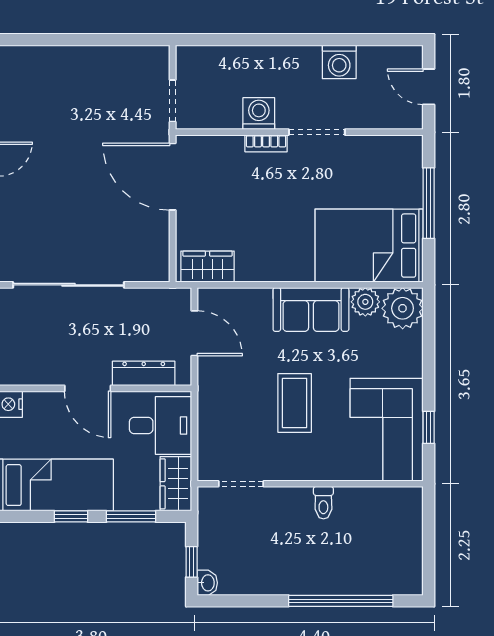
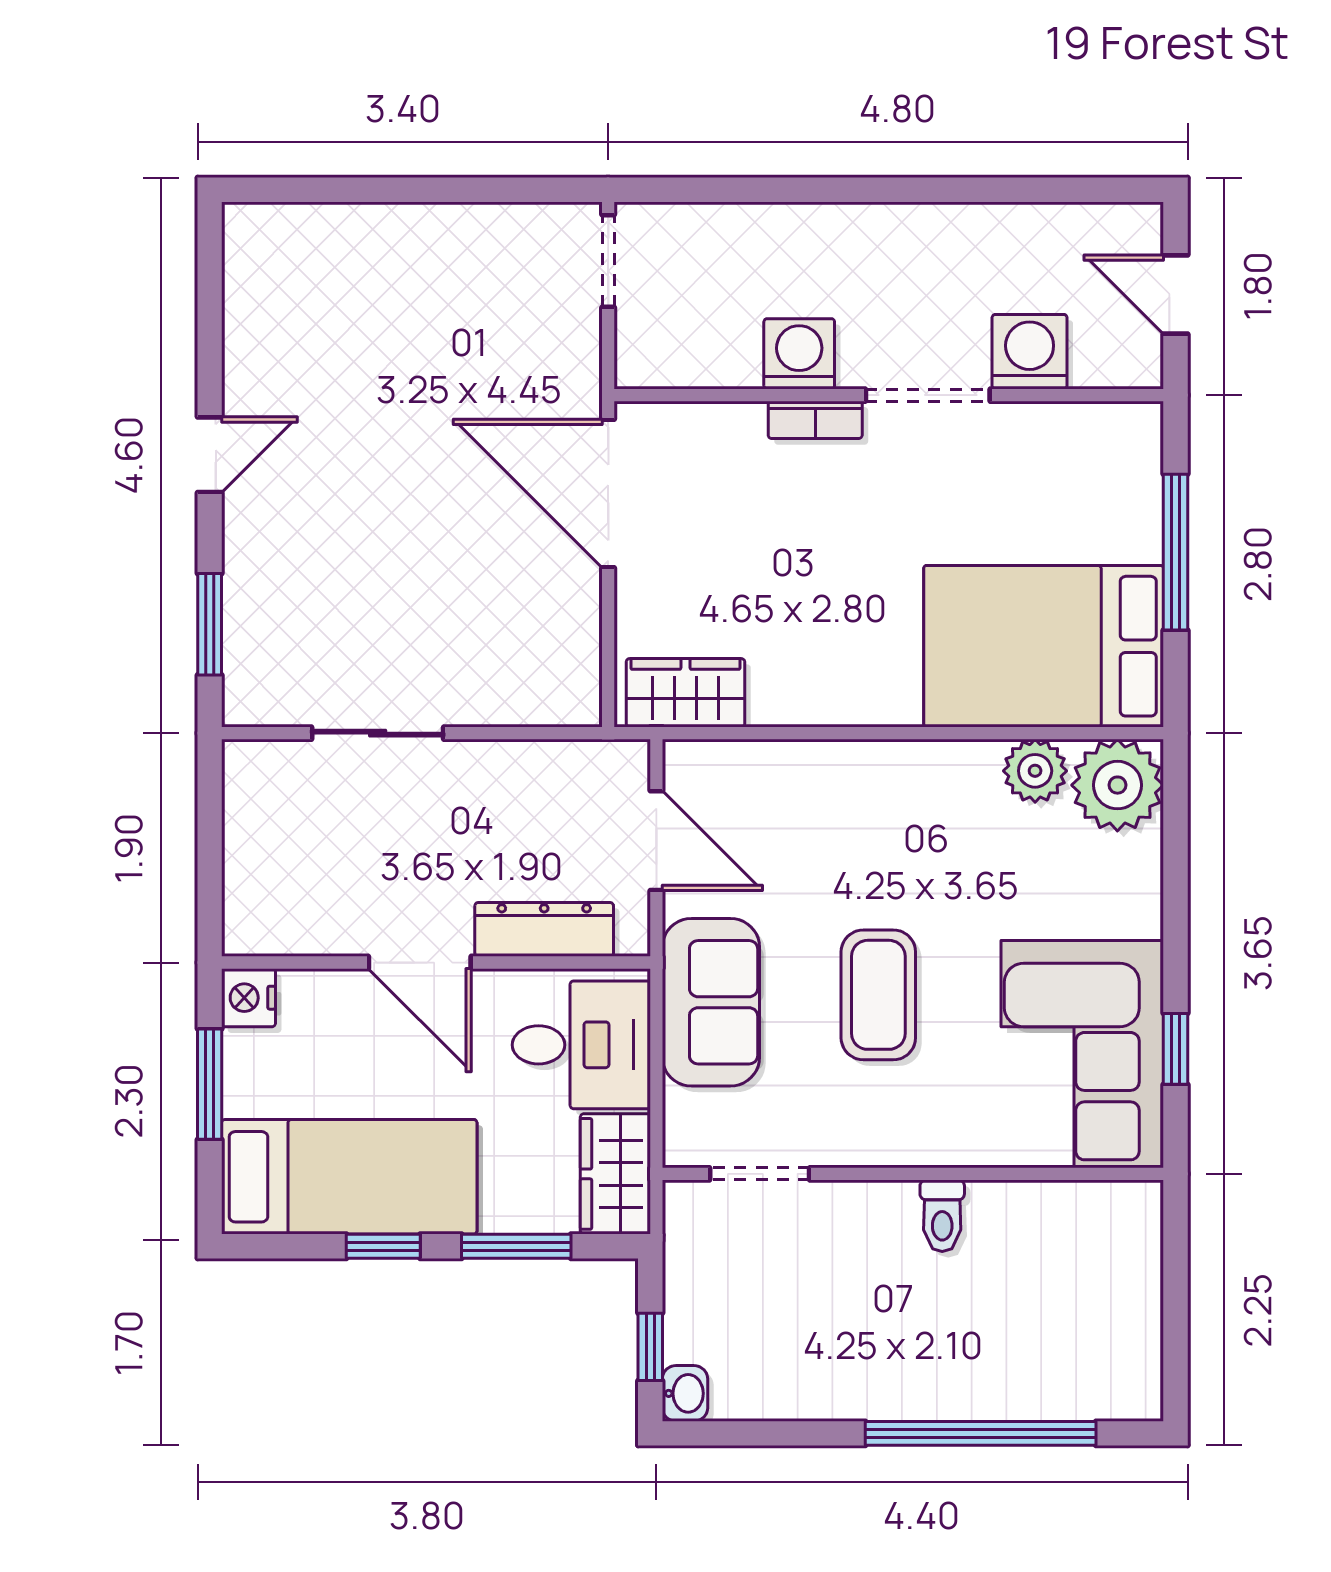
washing machine: (339, 62) -> (1030, 352), moved, turned 180
doorway: (173, 101) -> (608, 261), moved
sliding door: (69, 285) -> (378, 733), width x0.54
sofa: (311, 309) -> (711, 1002), moved, turned -90

